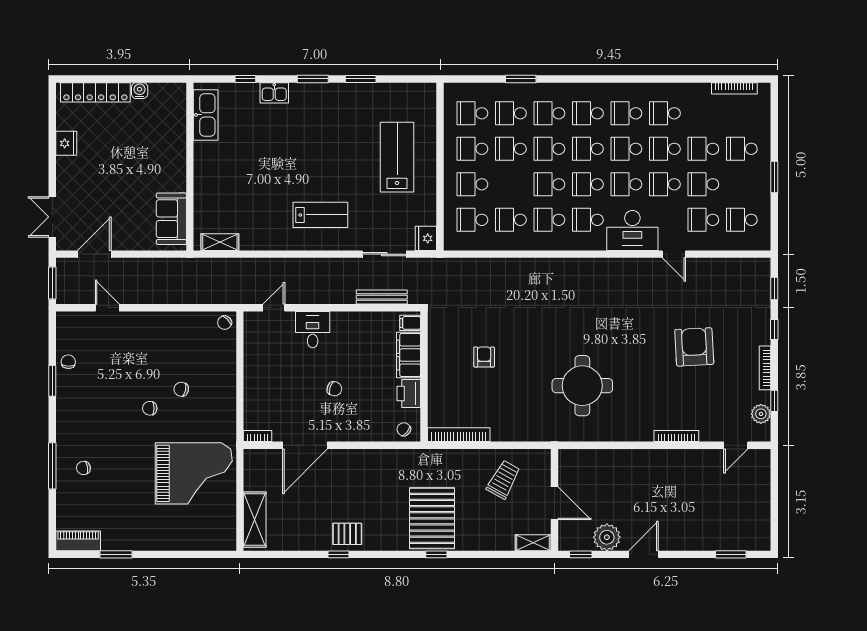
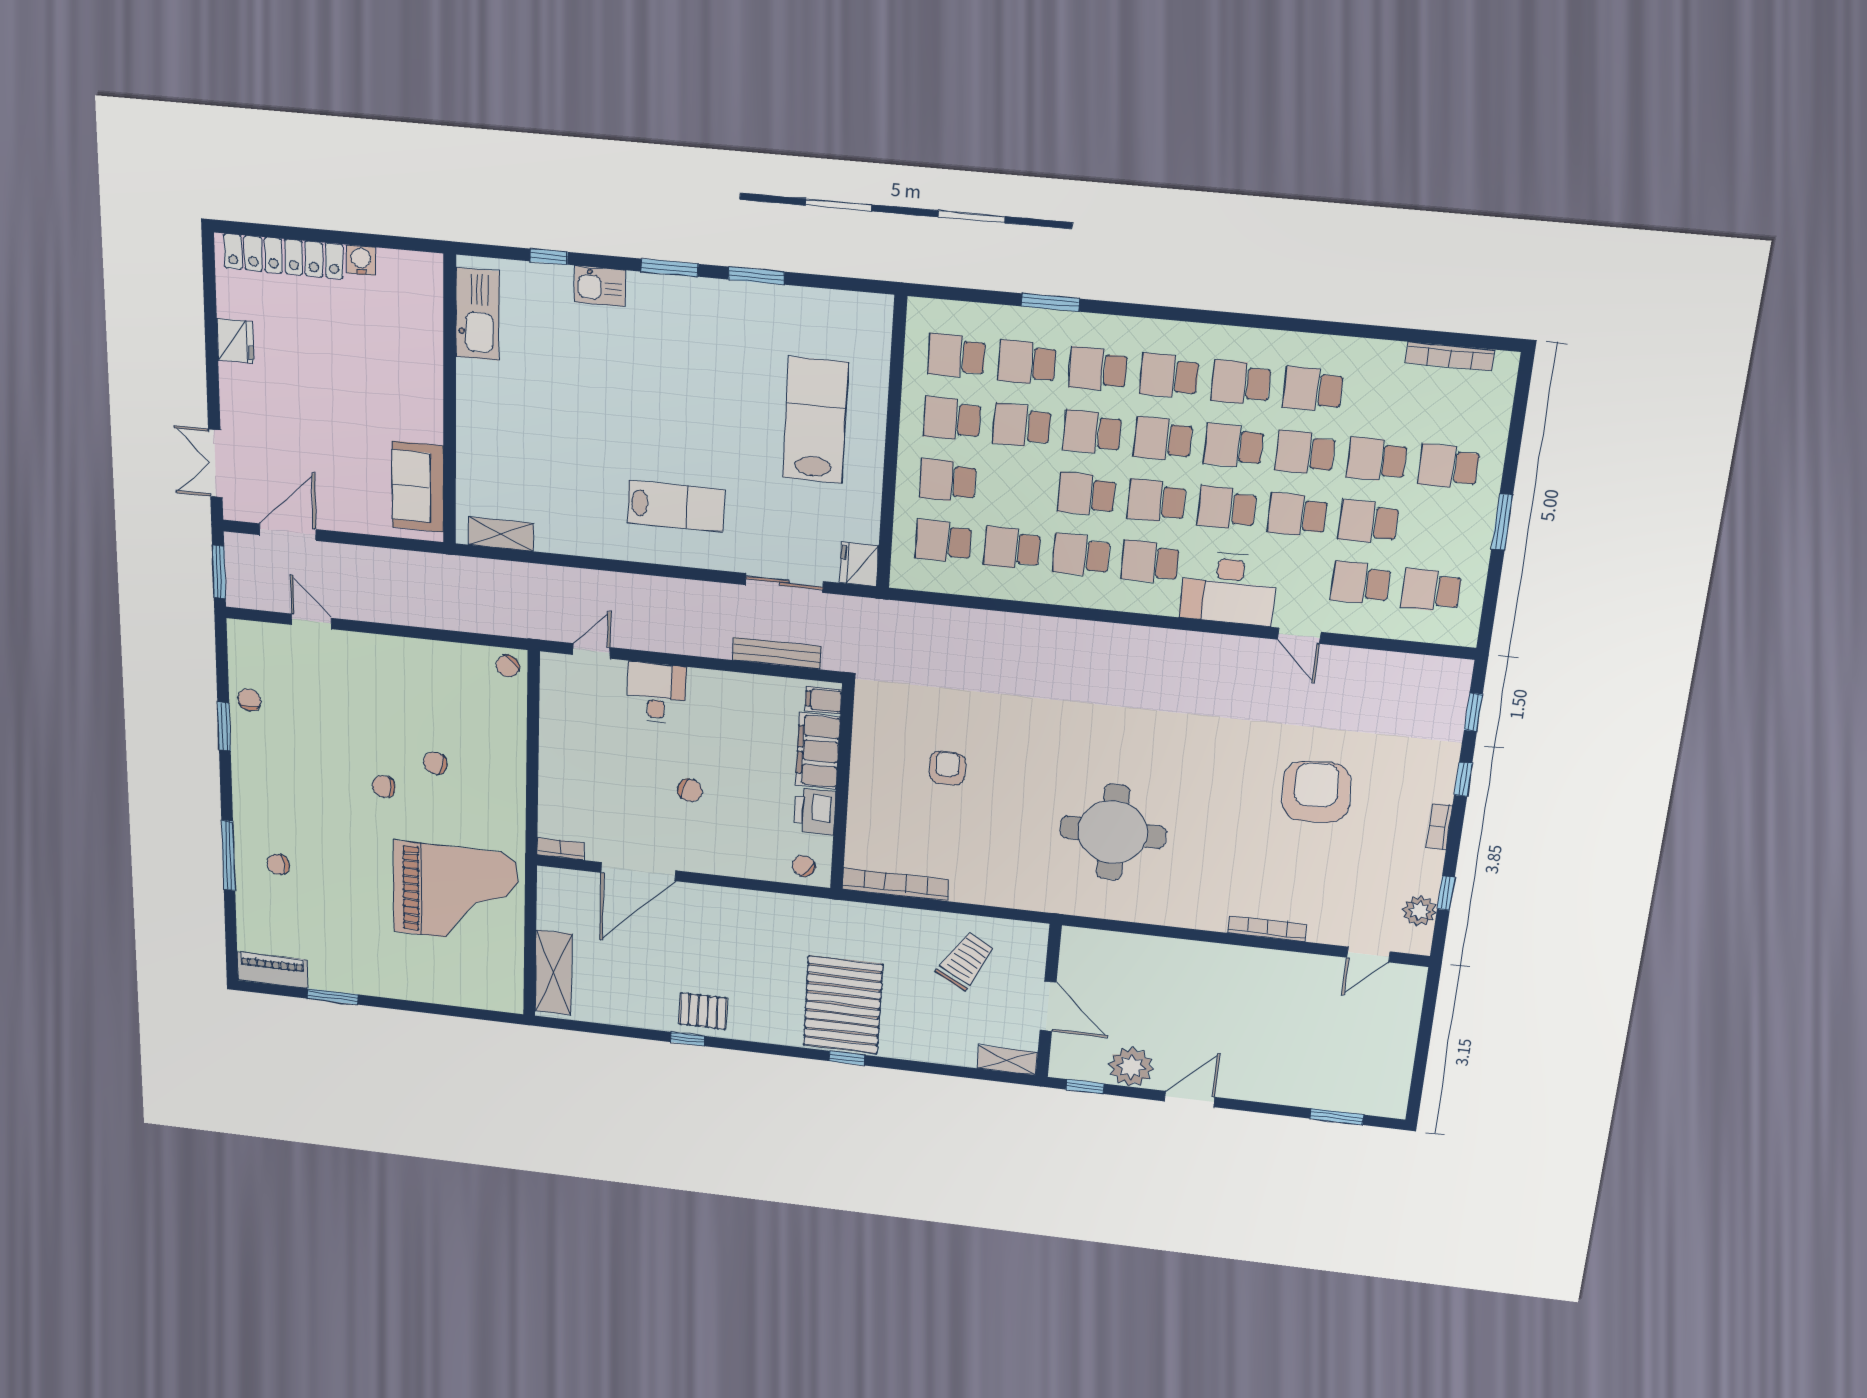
bookcase: (765, 368) -> (1439, 827), width x0.64

